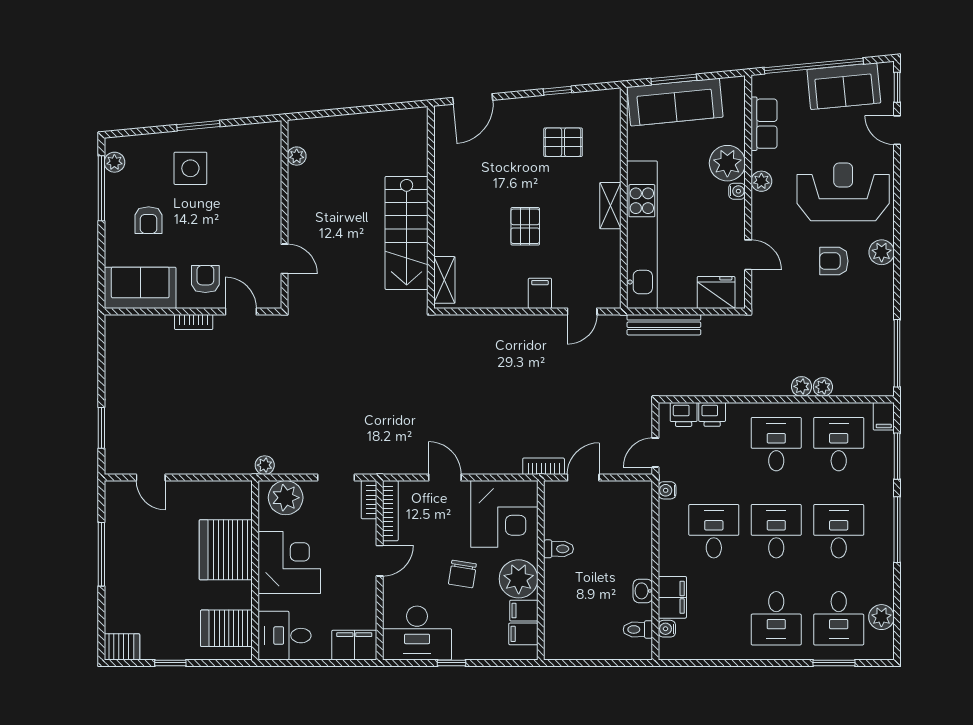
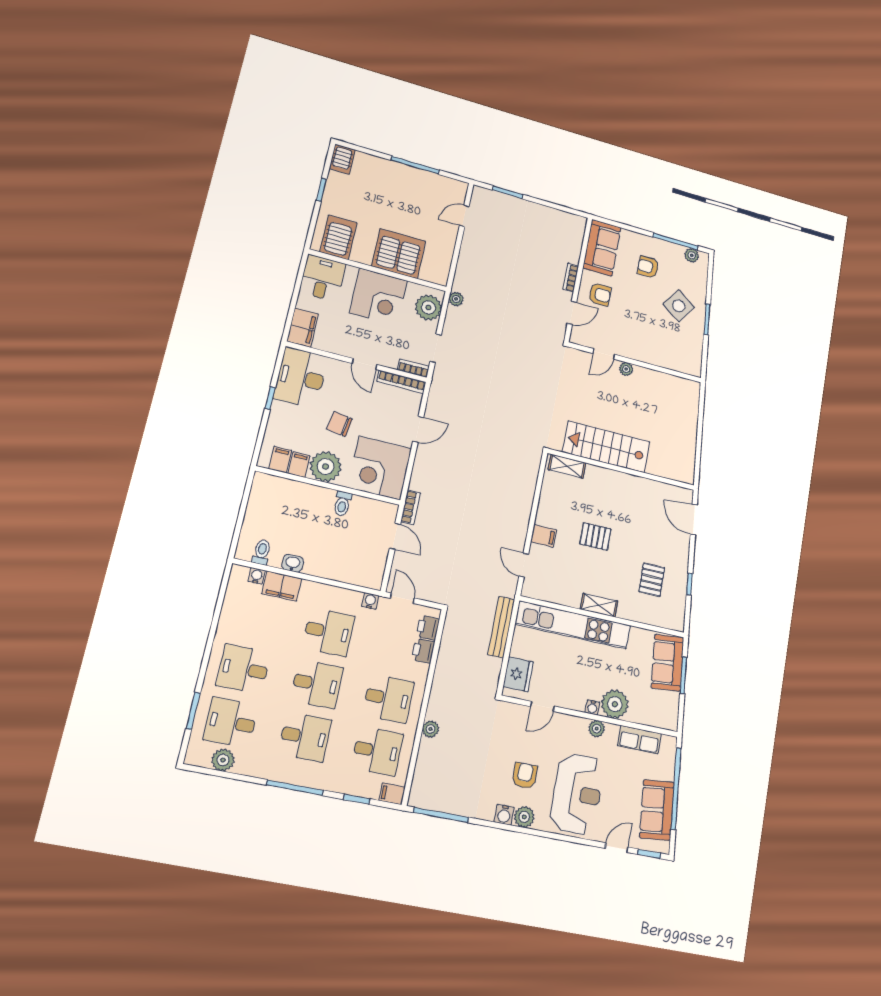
sofa: (675, 102) -> (668, 663), width x0.73
plant: (297, 156) -> (626, 369), moved
side table: (190, 168) -> (679, 306), turned 35
water cooler: (883, 277) -> (504, 815), added
plant: (823, 387) -> (426, 747), removed
window: (897, 456) -> (357, 799), width x0.67

